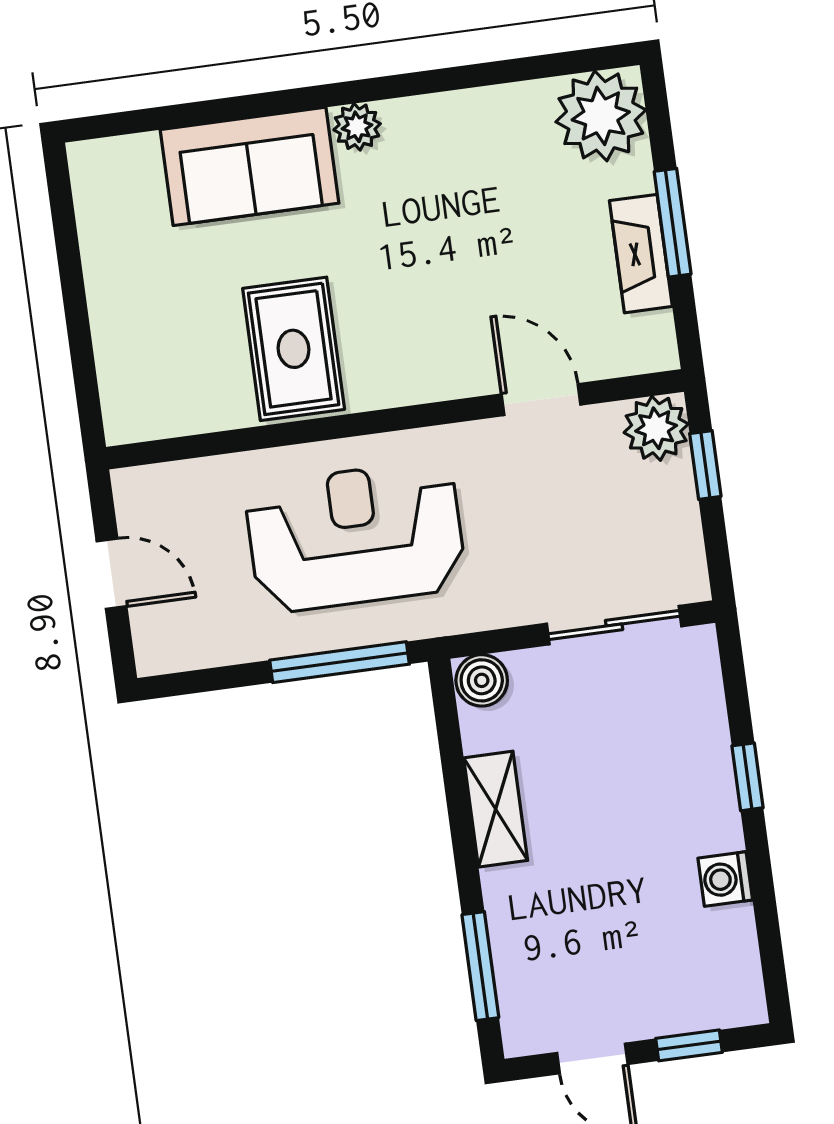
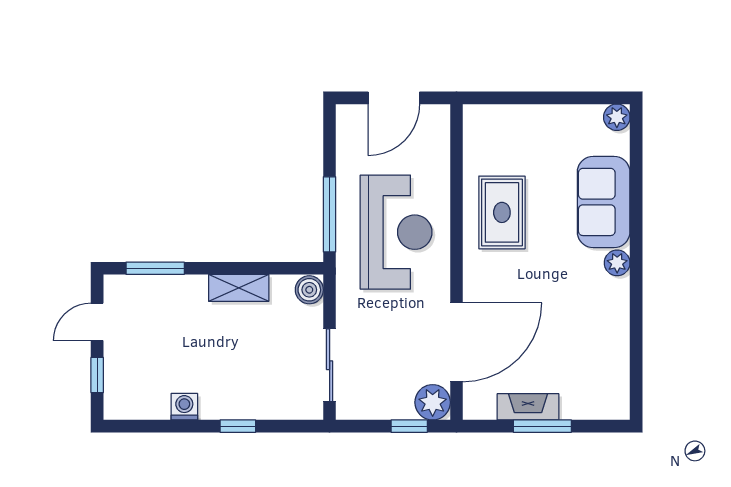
plant: (601, 116) -> (617, 117), moved, width x0.53, depth x0.53
rug: (294, 349) -> (502, 212), turned 90
door: (541, 400) -> (457, 342), width x1.87
door: (112, 574) -> (394, 98), width x1.37

